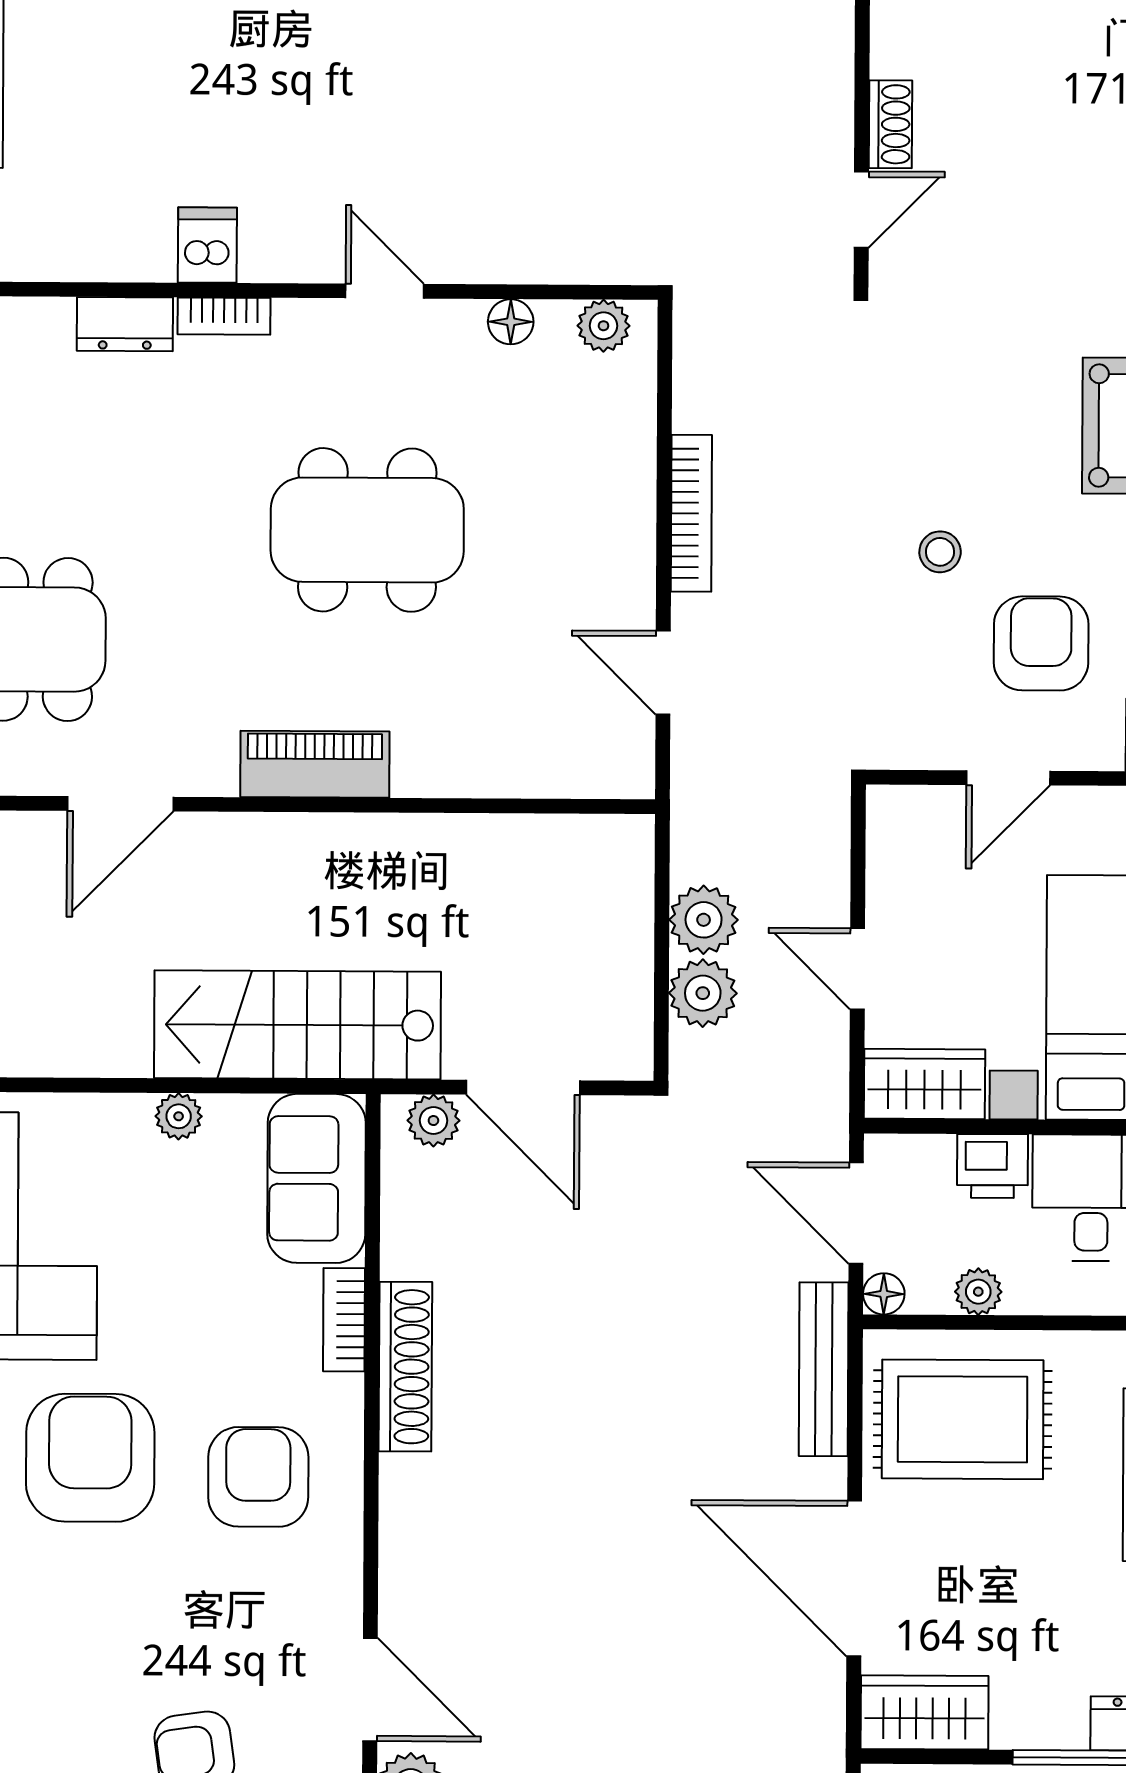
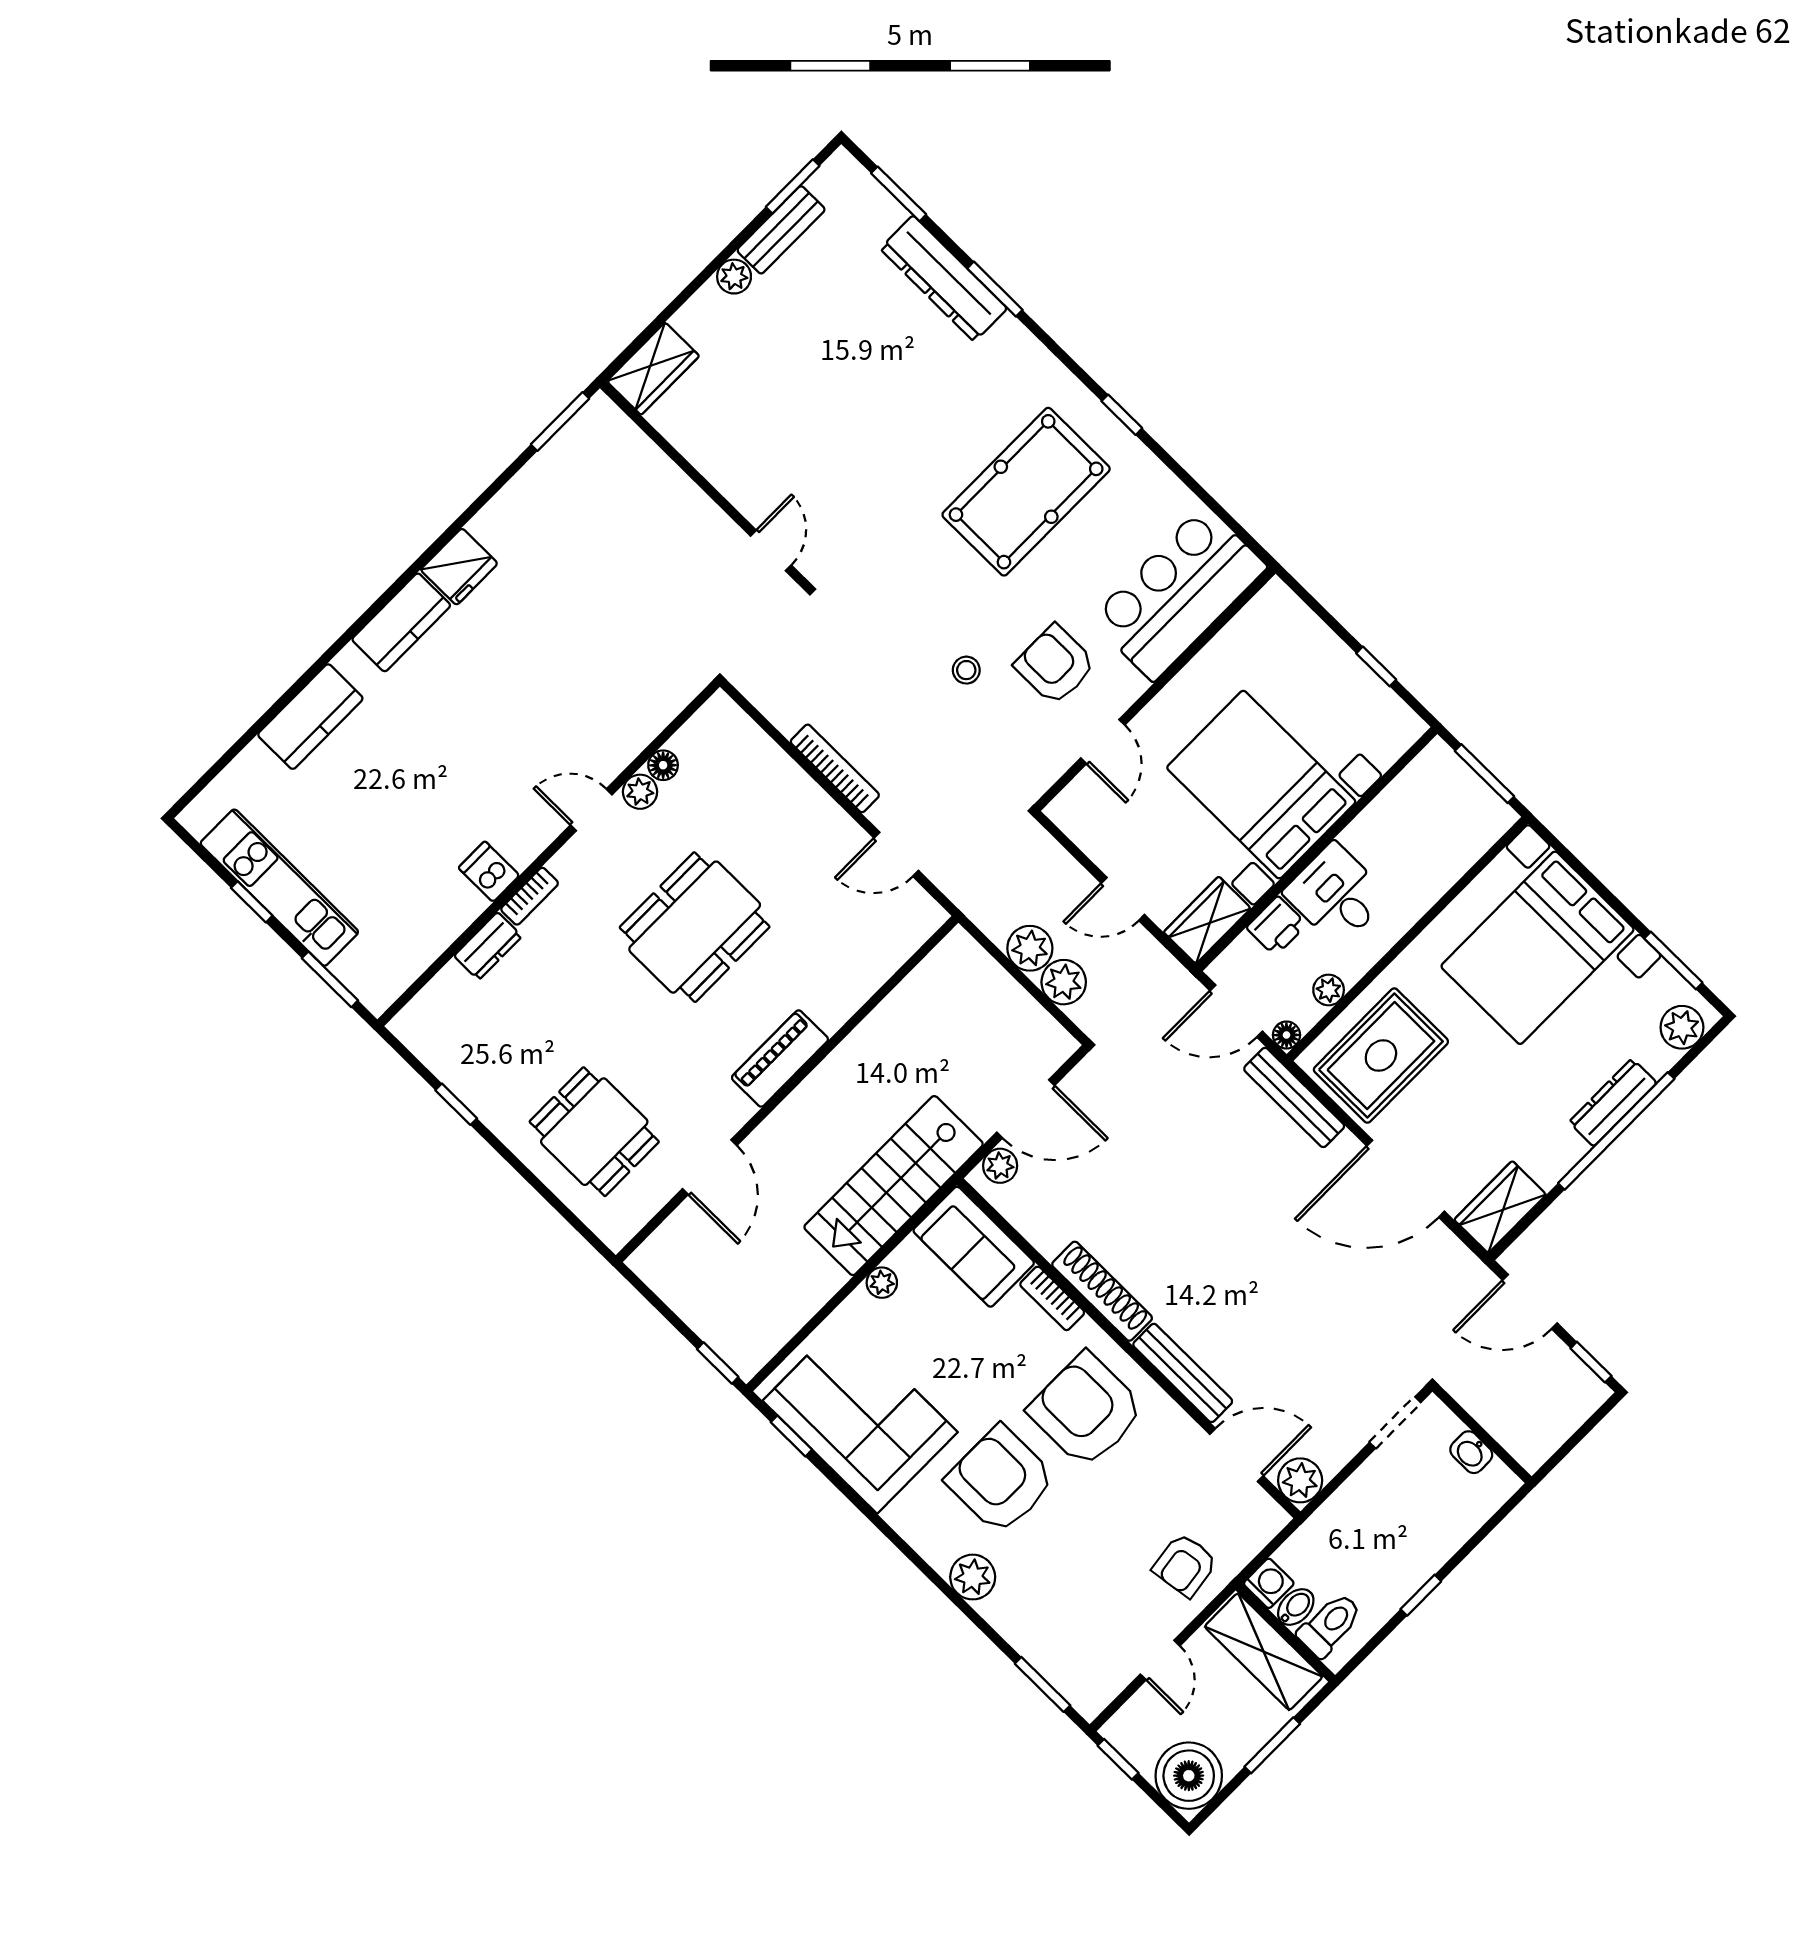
shoe rack: (891, 124) -> (744, 498), removed
plant: (603, 326) -> (640, 792), moved
armchair: (258, 1477) -> (1086, 1410), width x1.36, depth x1.36
bench: (402, 1543) -> (1183, 1373), added

